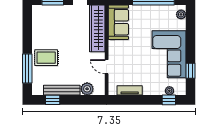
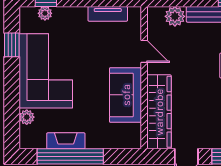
fireplace: (156, 10) -> (66, 141), added
plant: (181, 14) -> (27, 117), moved
sofa: (118, 22) -> (126, 95), moved

